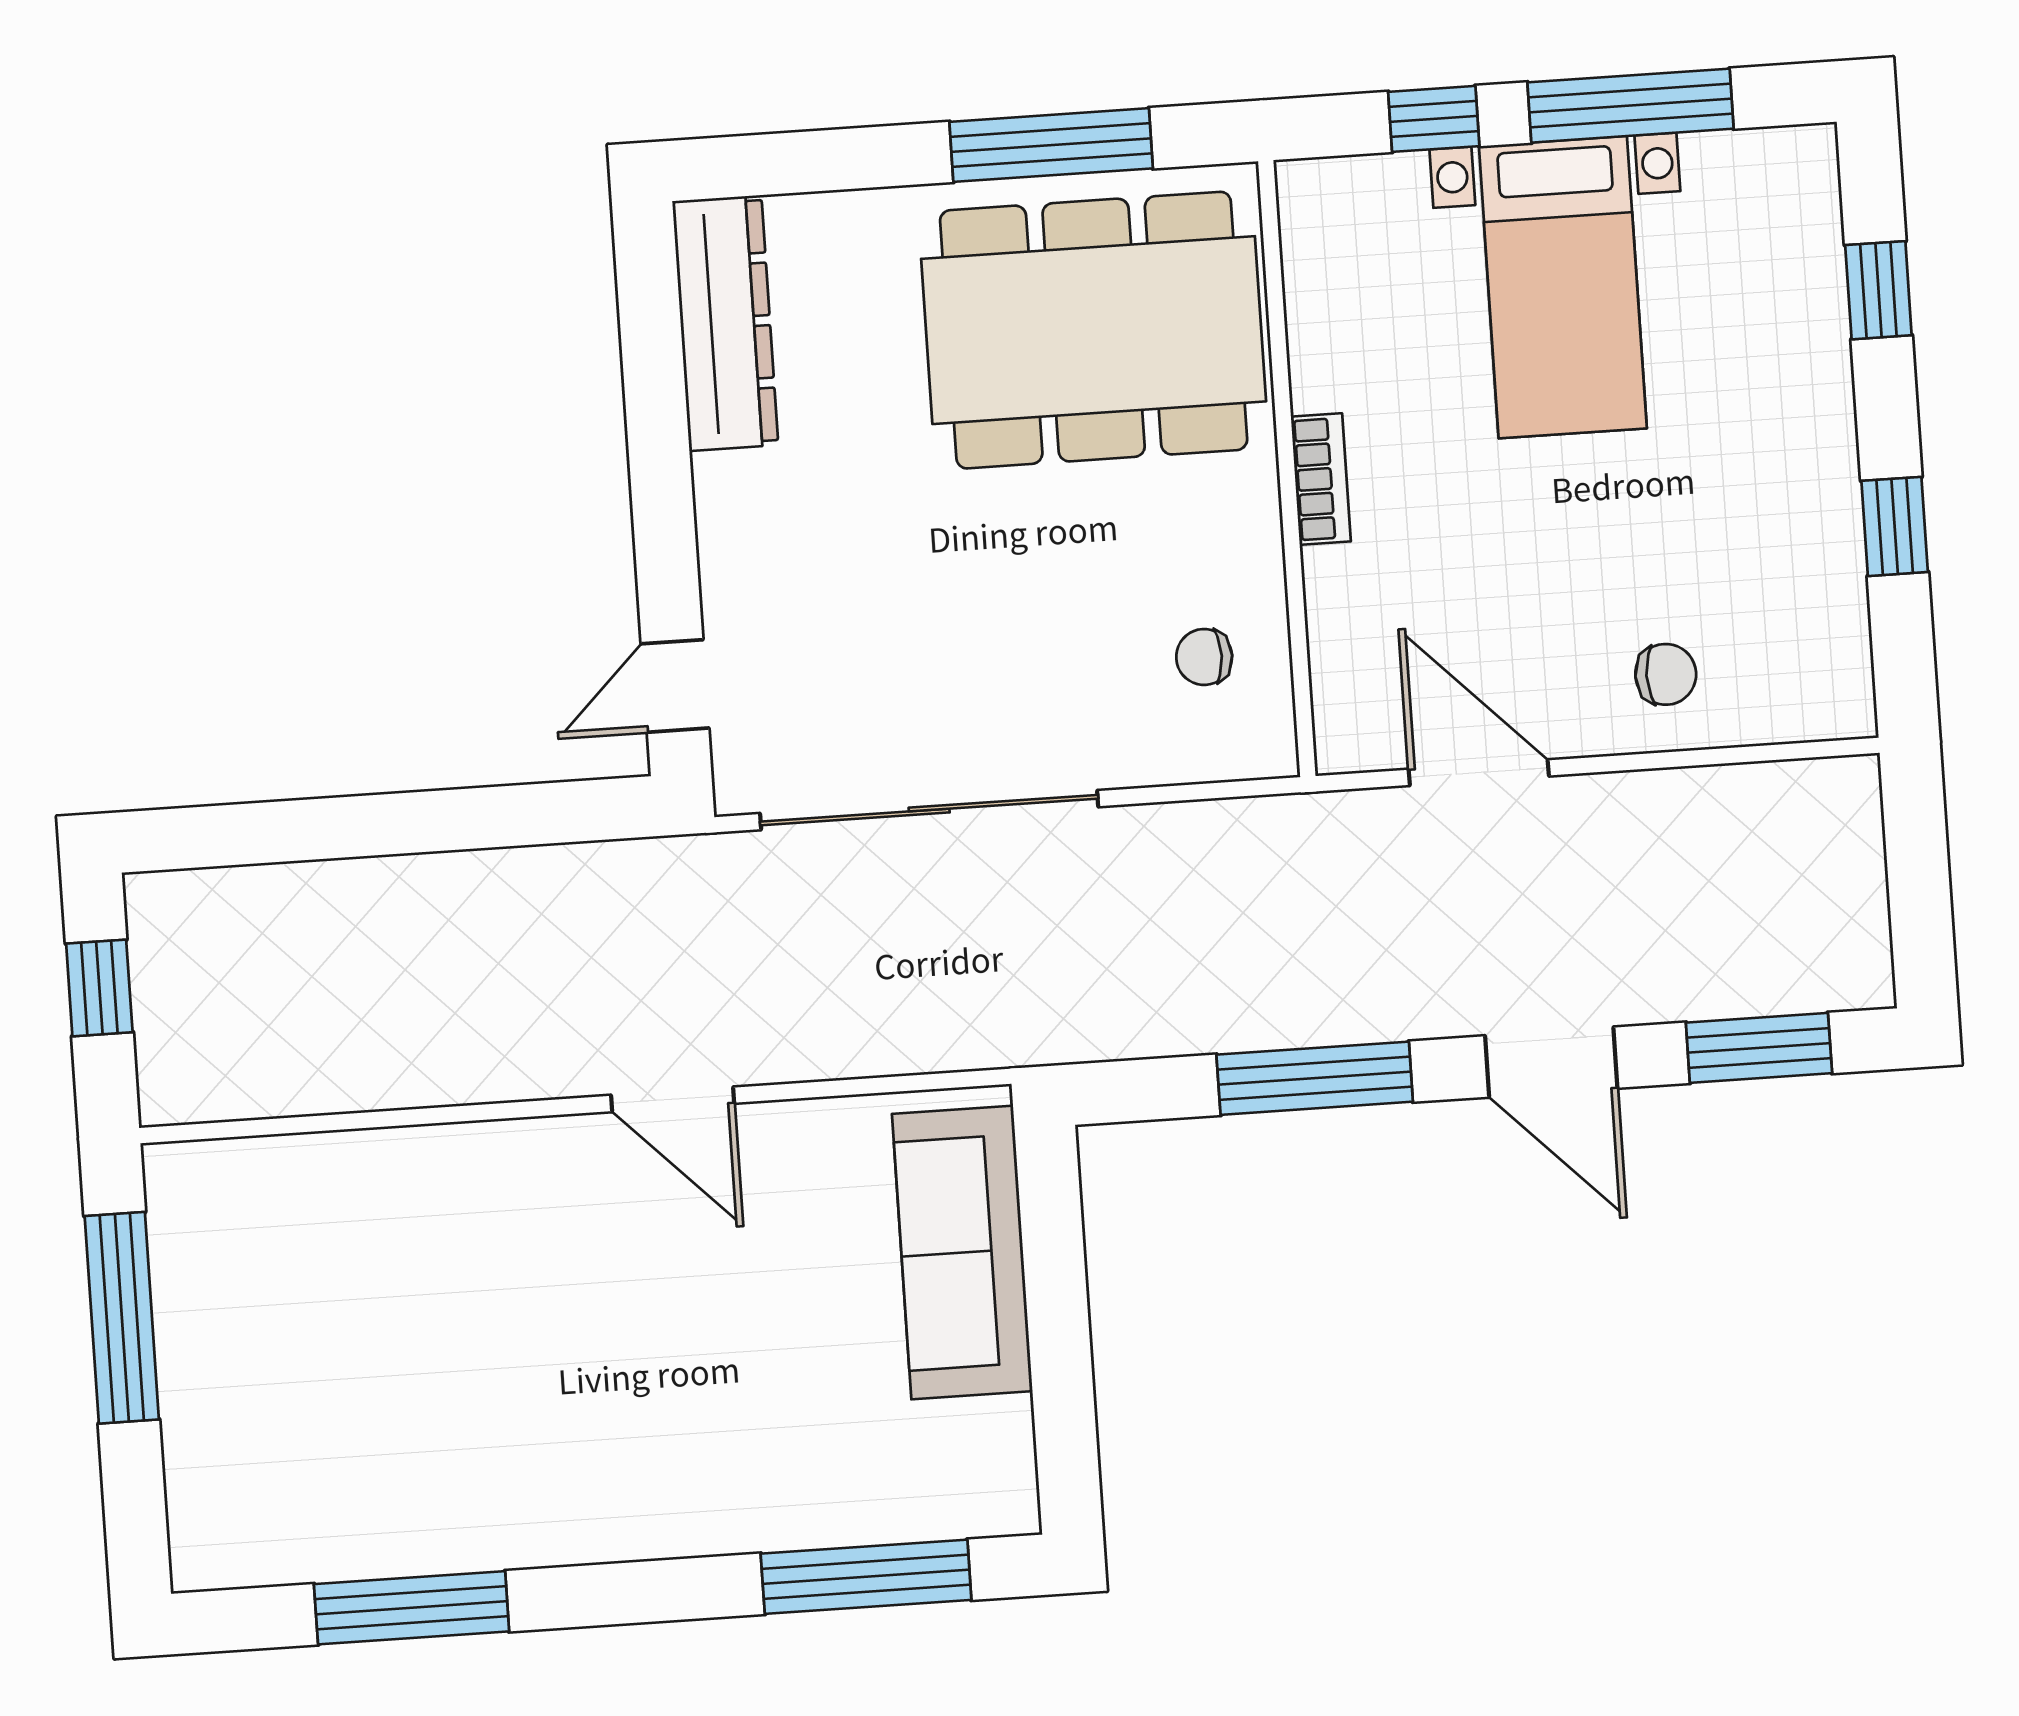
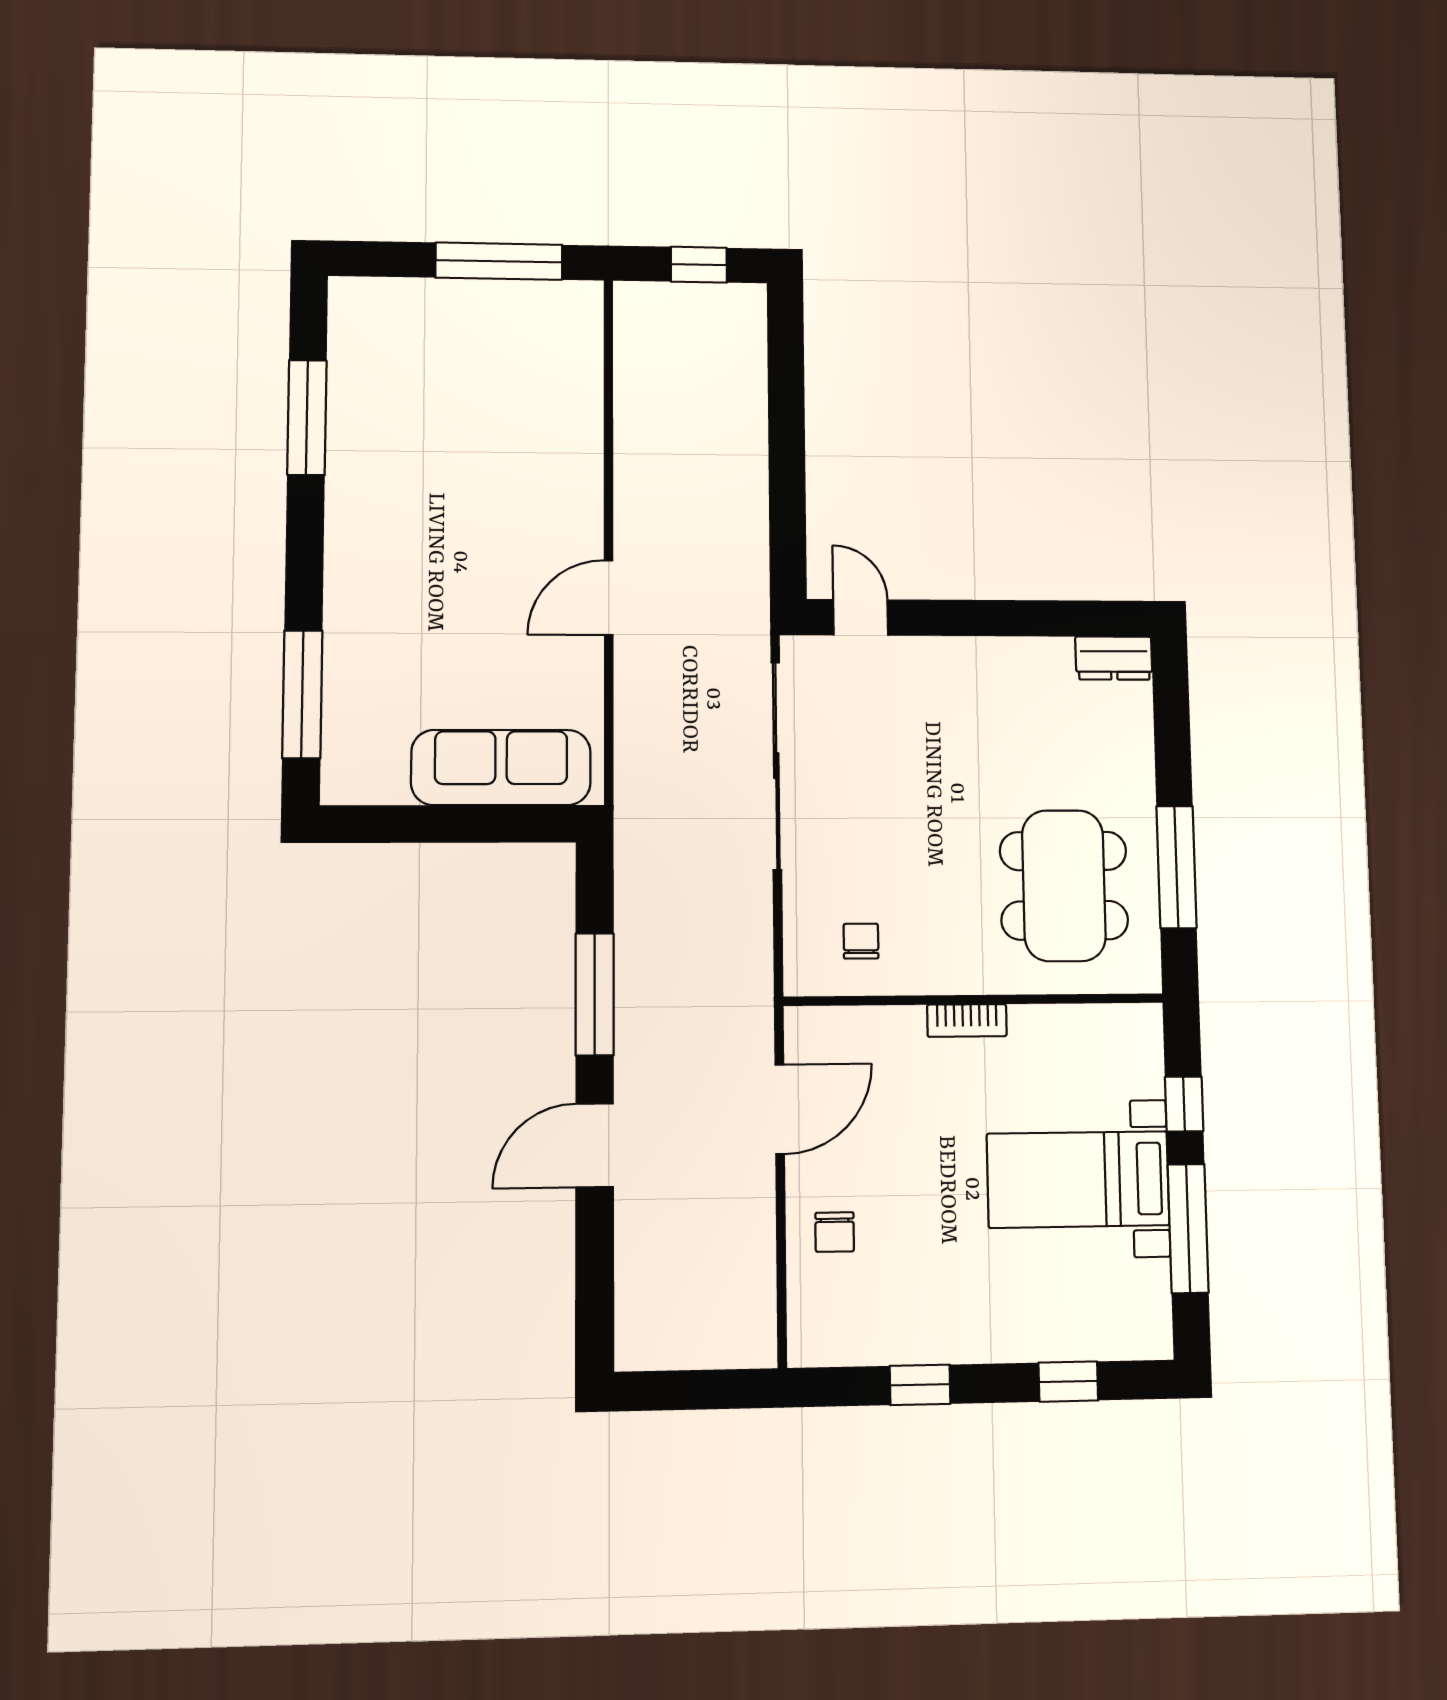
dresser: (725, 323) -> (1114, 658), width x0.51, depth x0.80
dining table: (1094, 330) -> (1064, 886), width x0.73, depth x0.80
window: (1759, 1048) -> (595, 1280), removed

